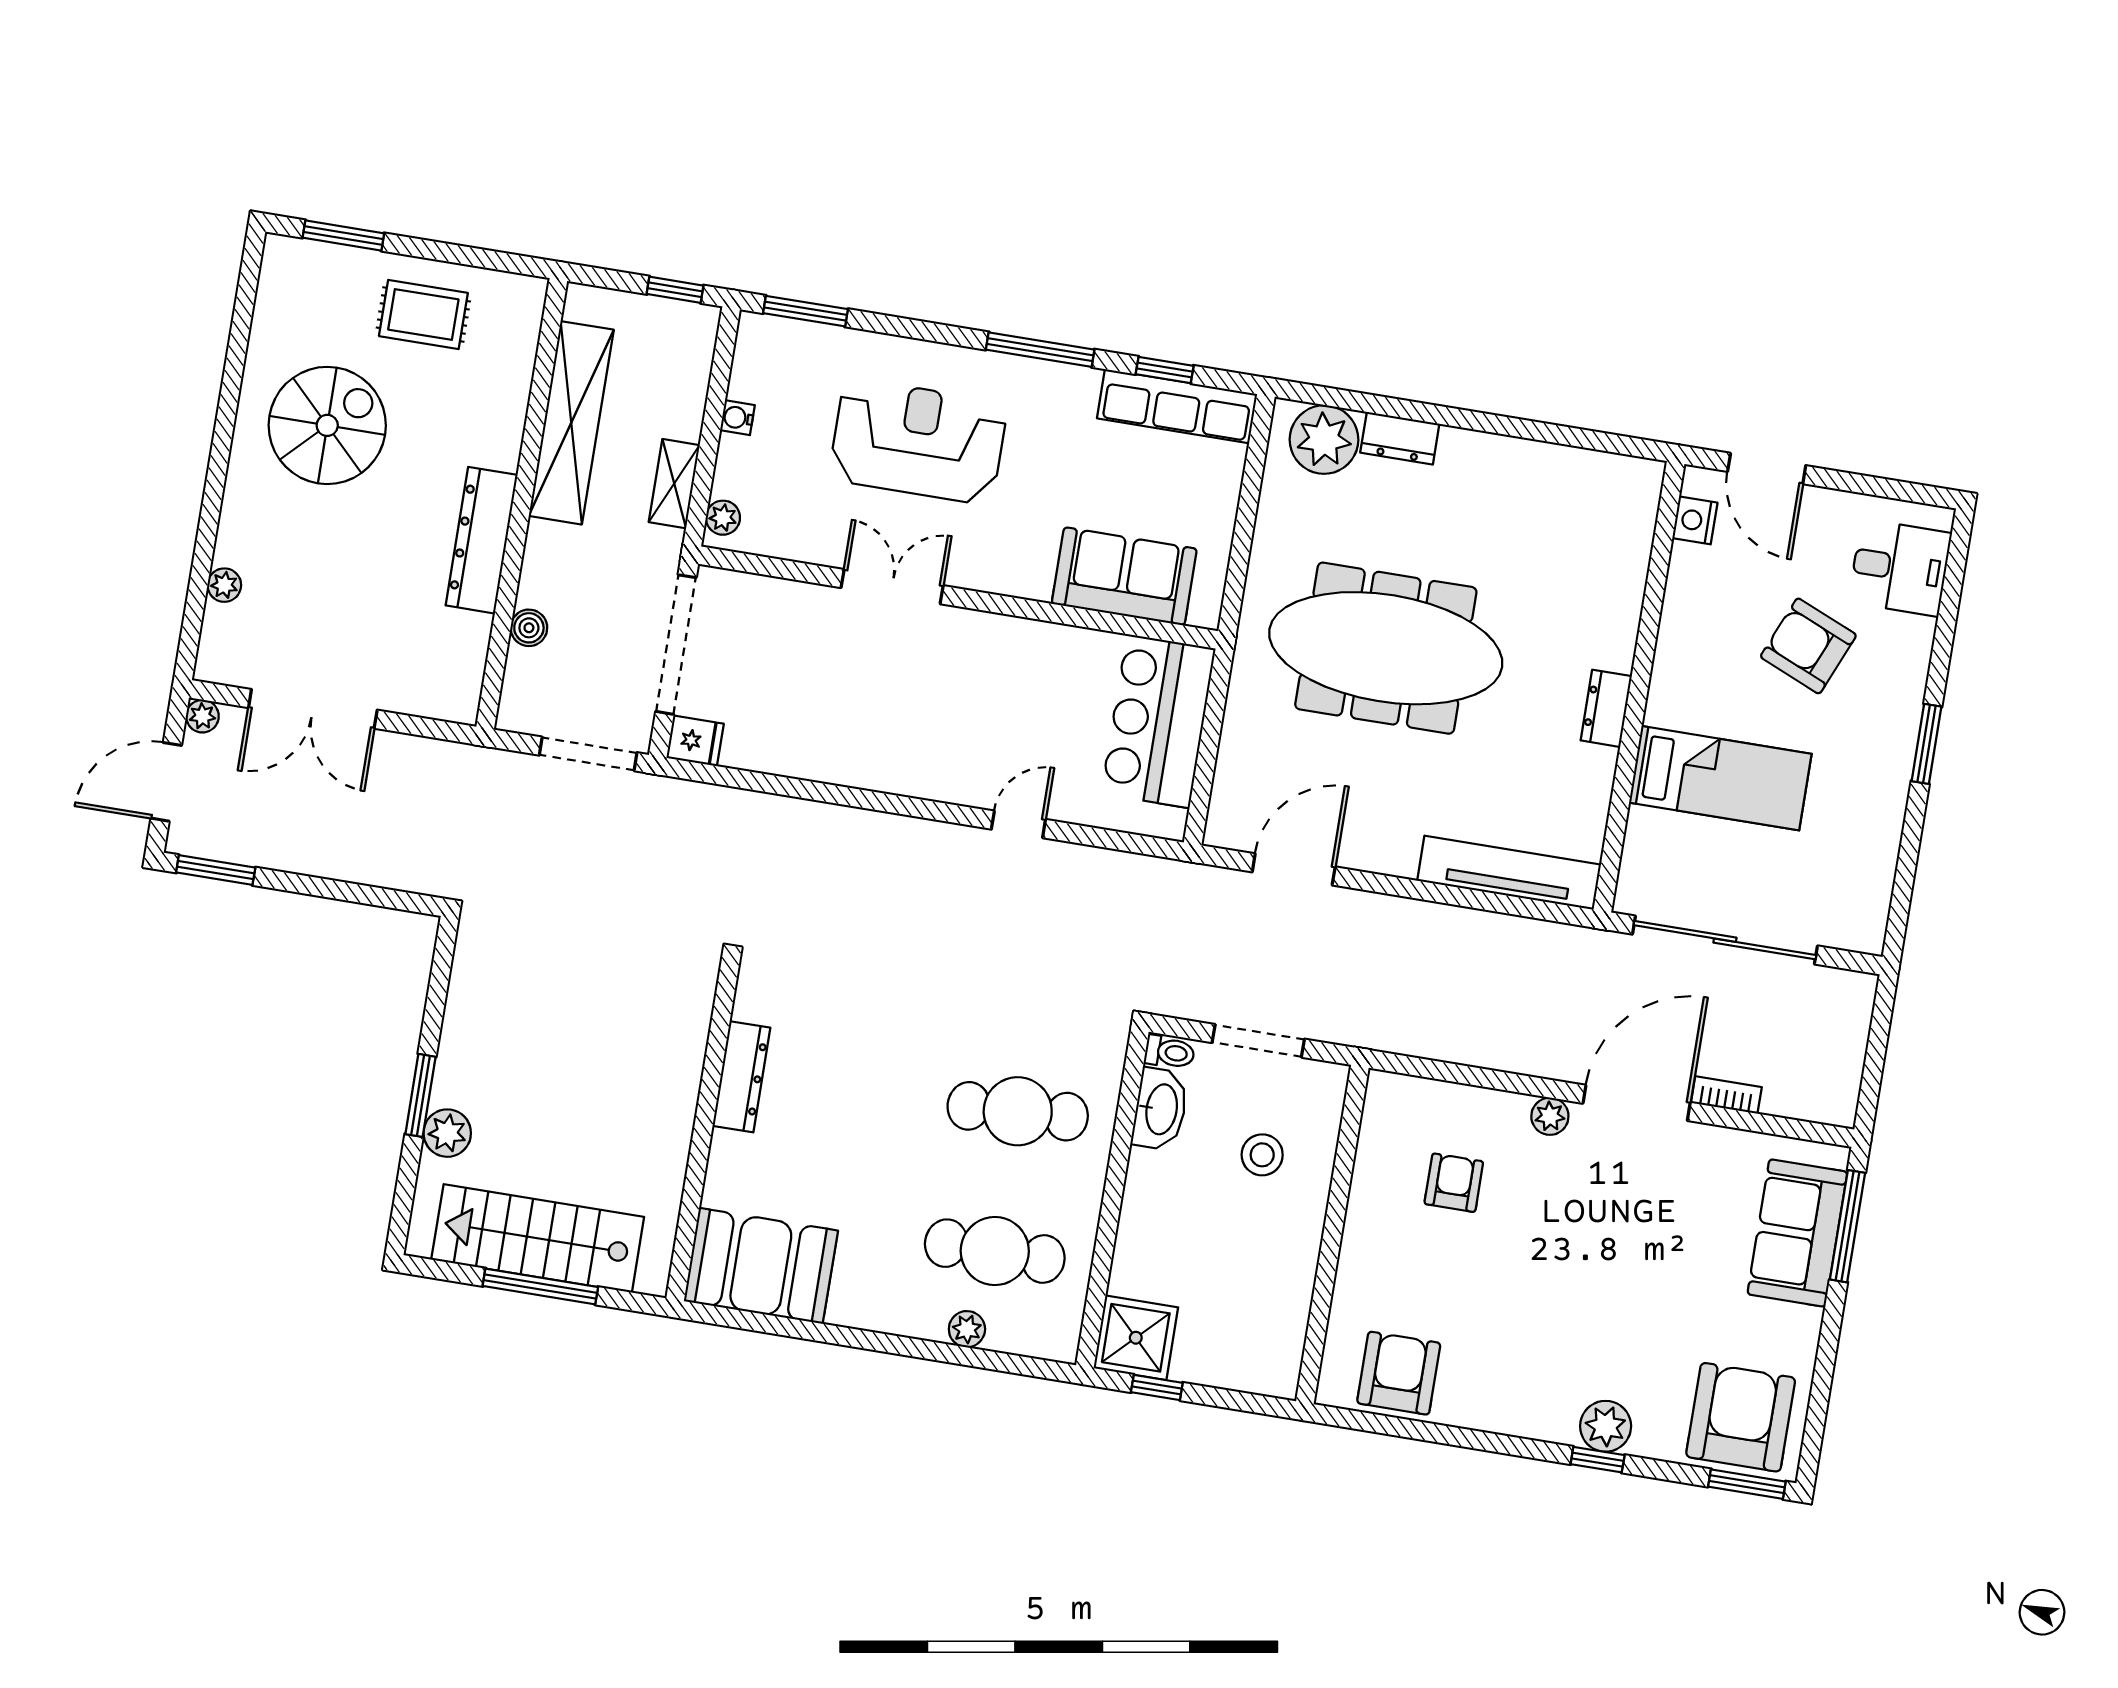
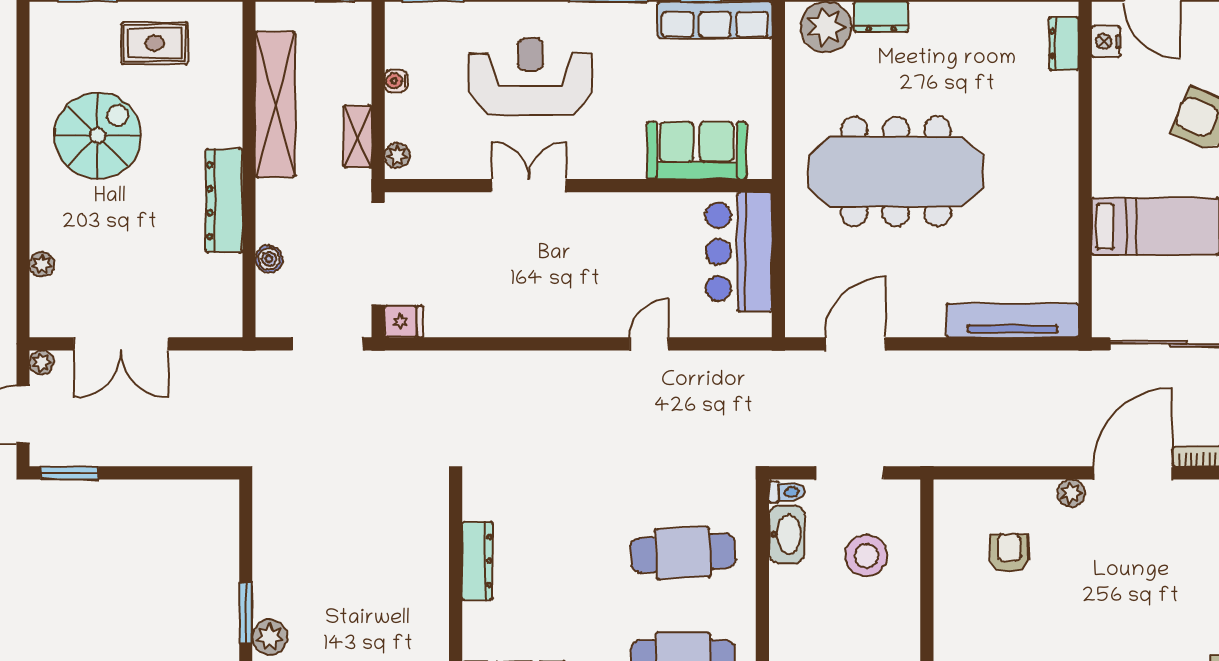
dresser: (1606, 708) -> (1064, 44), moved
stool: (1262, 1155) -> (866, 556), width x1.38, depth x1.38

